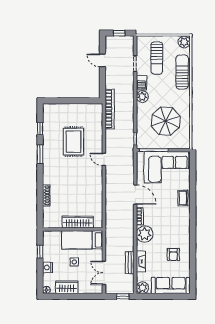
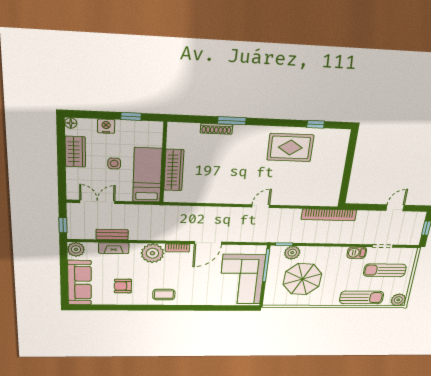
plant: (142, 97) -> (292, 253), moved
rug: (73, 142) -> (290, 148), moved
window: (40, 154) -> (232, 121), moved
coffee table: (183, 198) -> (164, 295), moved

